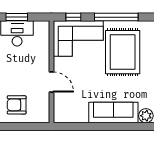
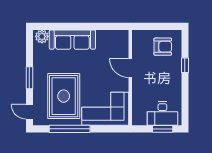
window: (73, 17) -> (110, 129), removed

